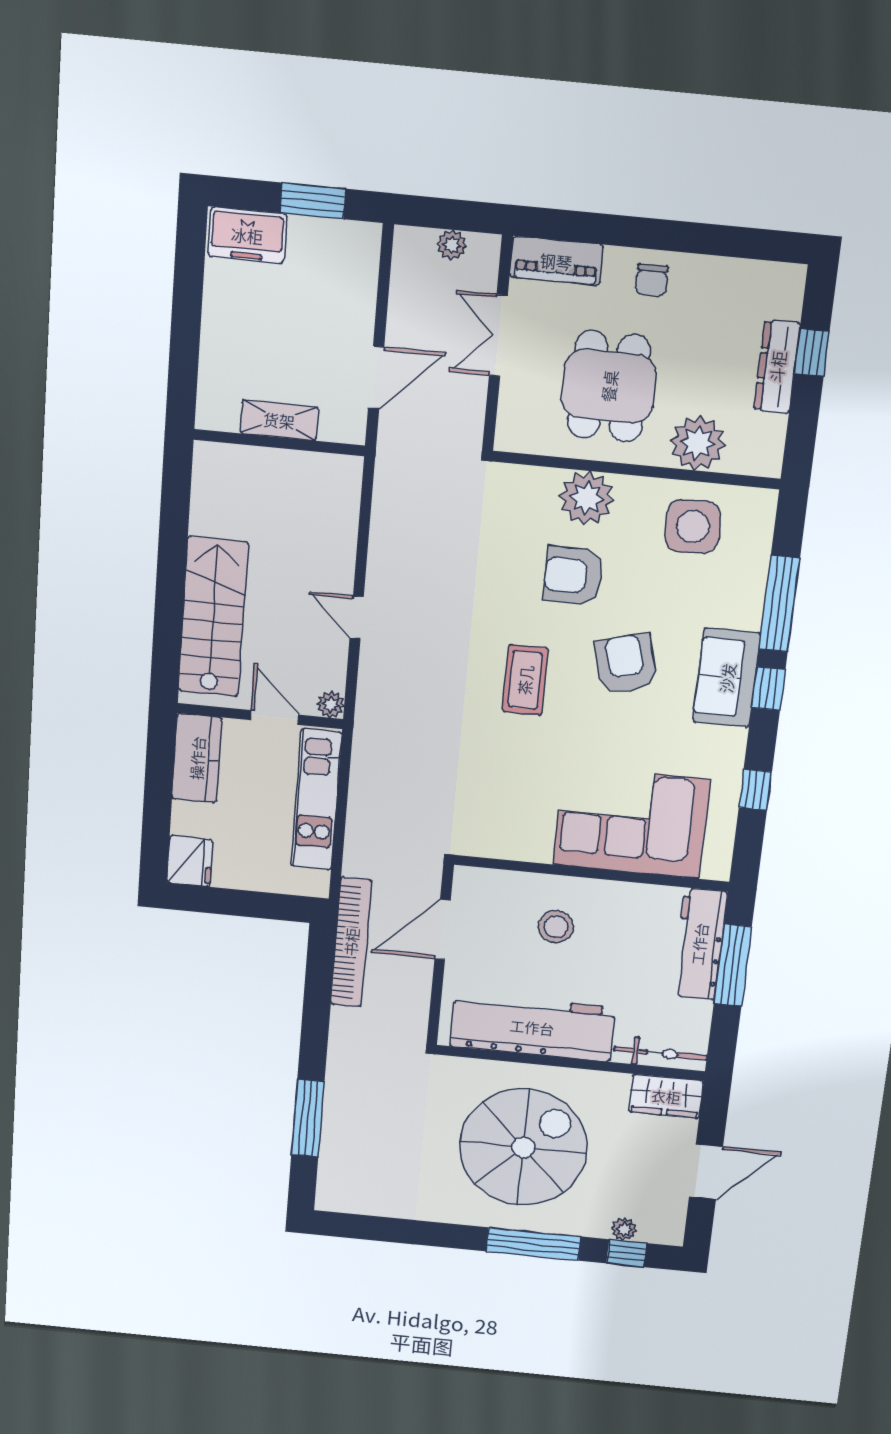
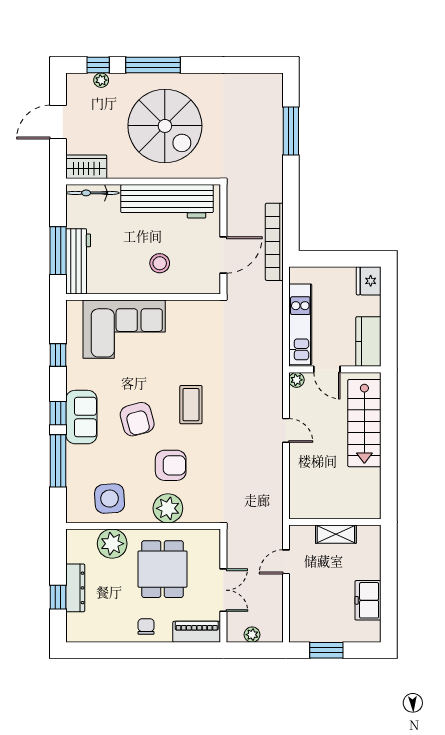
freezer: (247, 235) -> (368, 600), moved, turned -90
door: (376, 378) -> (286, 562), width x0.73
spiral stairs: (523, 1147) -> (165, 126), turned -90

